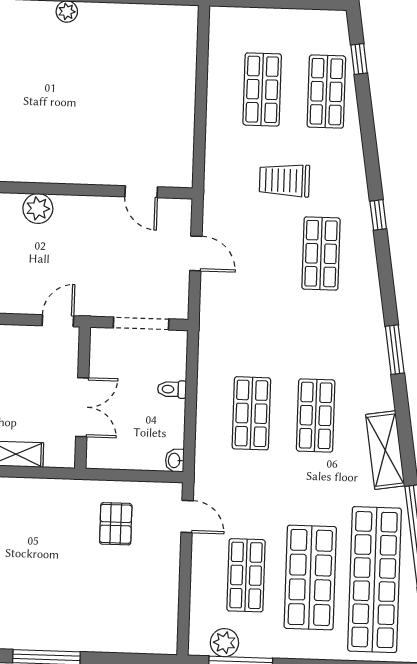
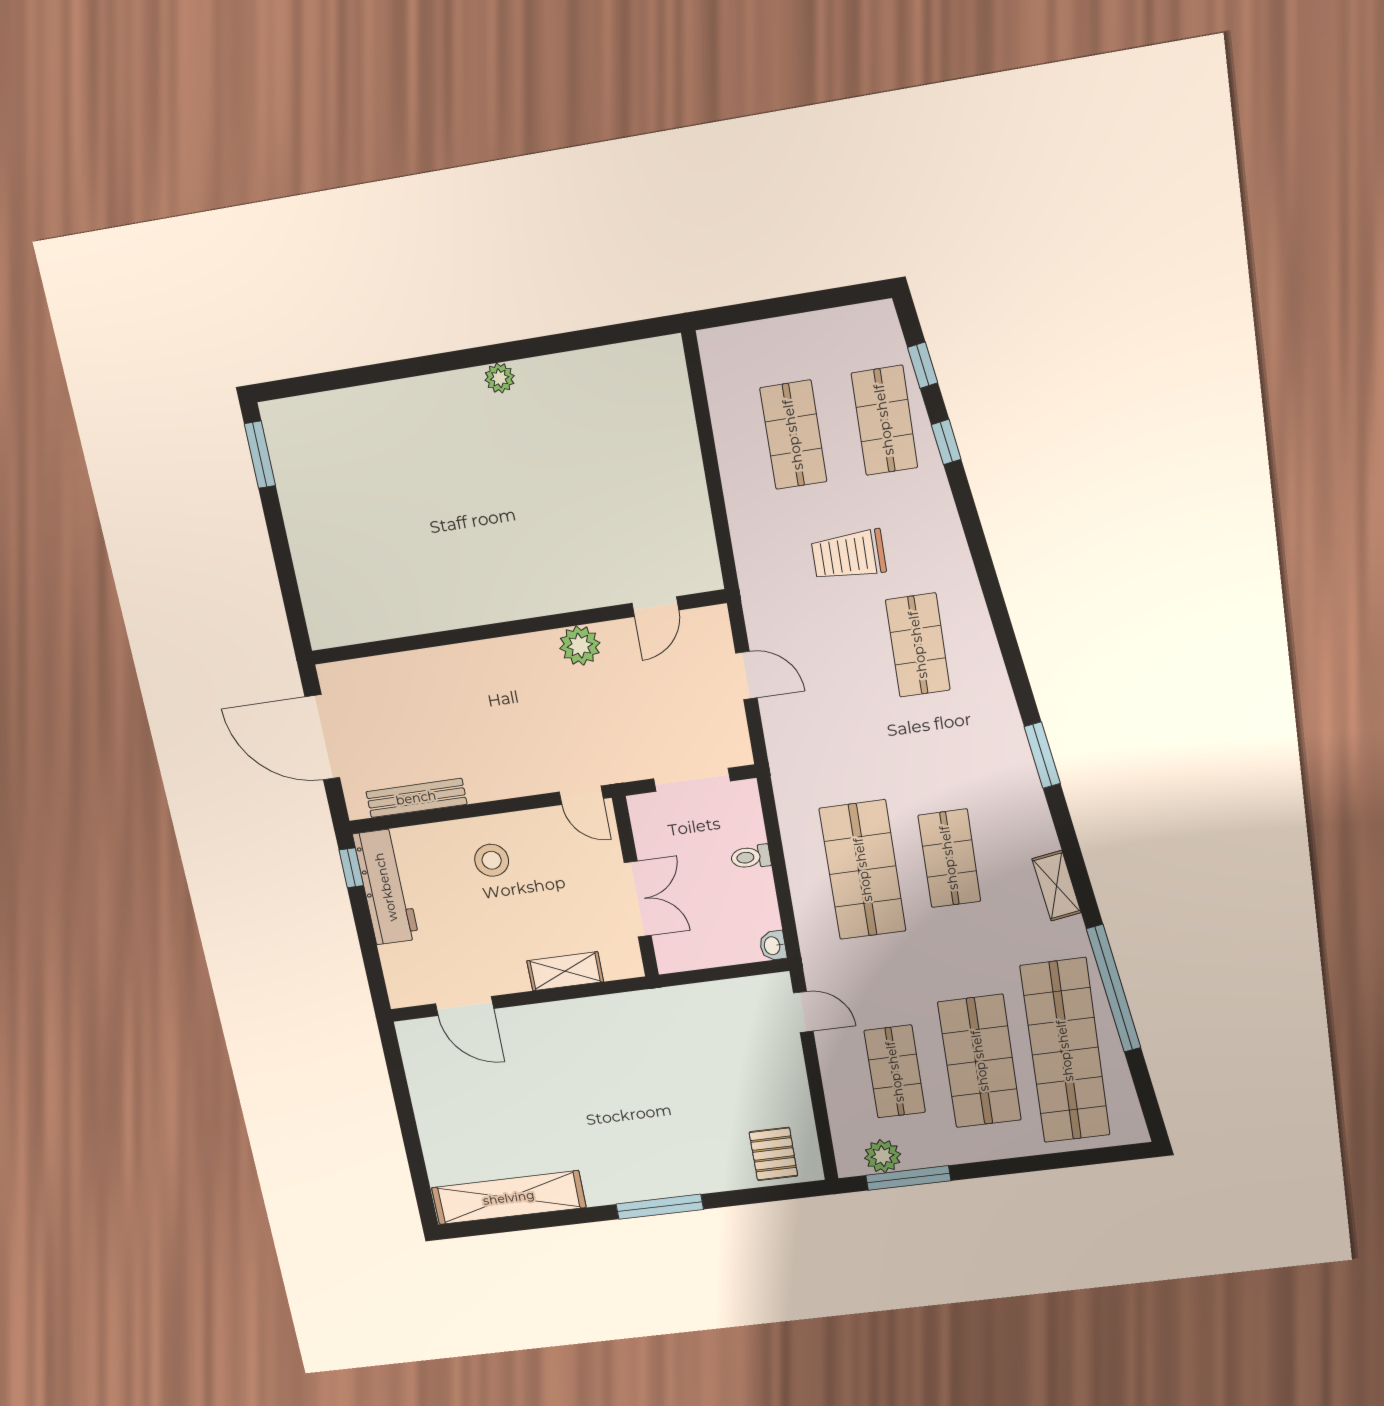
door: (141, 192) -> (655, 607), hinge flipped
plant: (38, 208) -> (580, 646), moved
window: (378, 215) -> (946, 442), moved
door: (58, 321) -> (581, 795), swing flipped
shop shelf: (251, 413) -> (863, 870), width x1.43, depth x1.36
shelving: (385, 450) -> (1057, 886), width x0.67, depth x0.75
pallet: (116, 524) -> (773, 1154), moved

